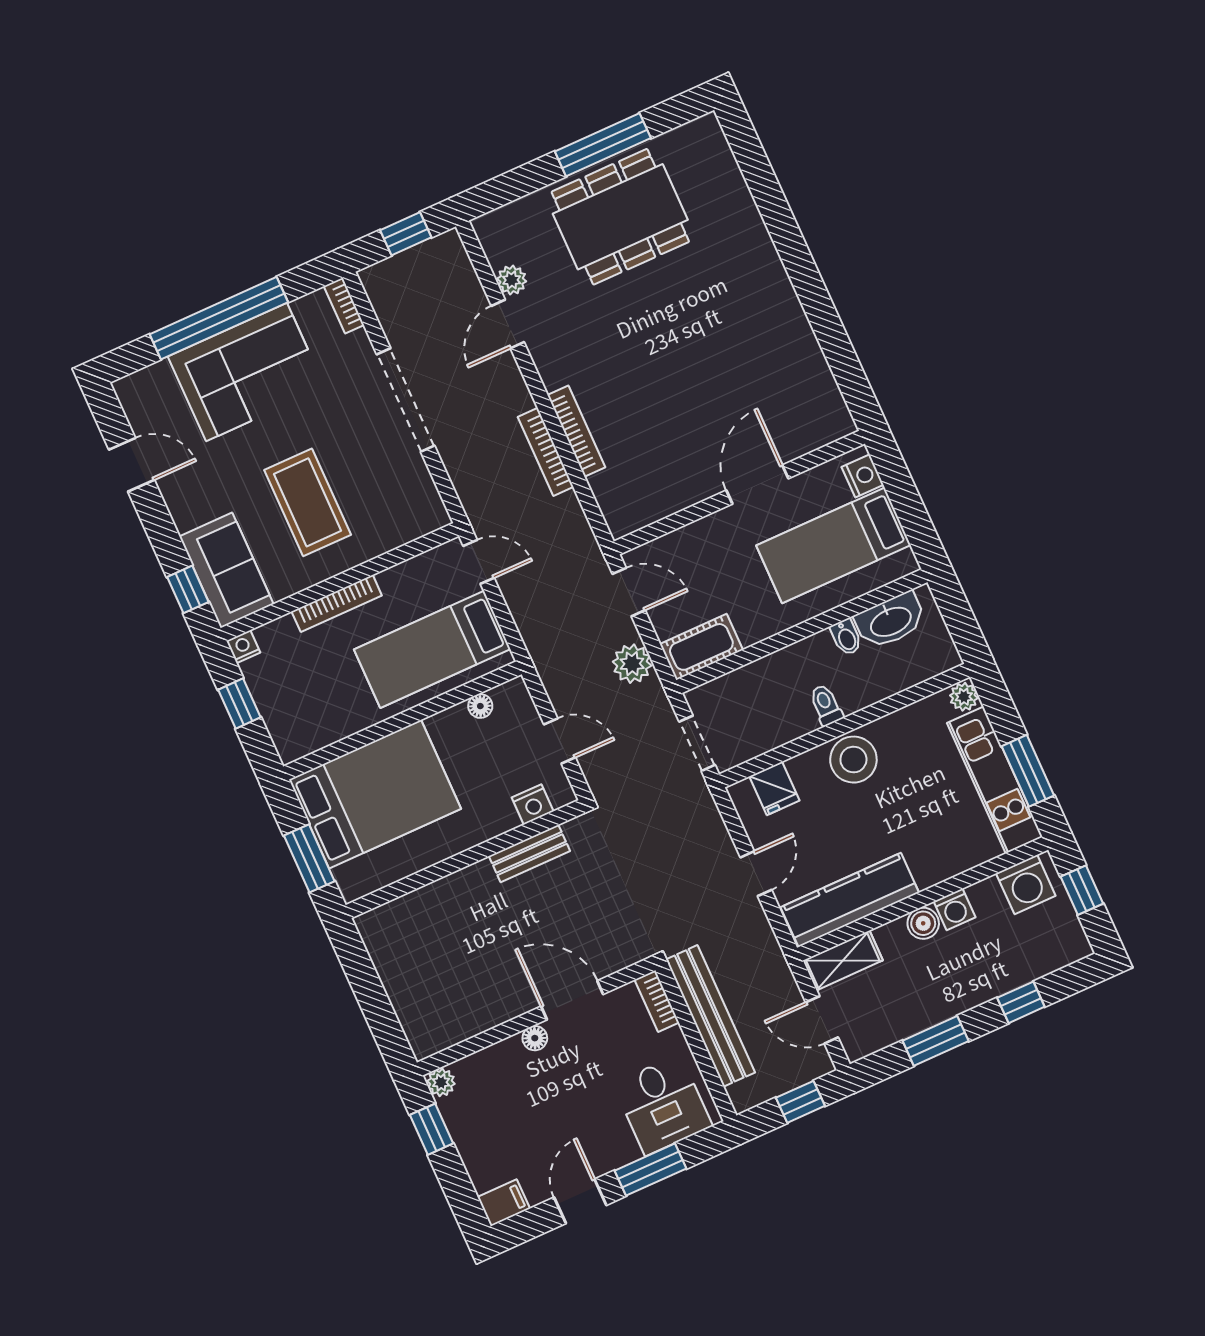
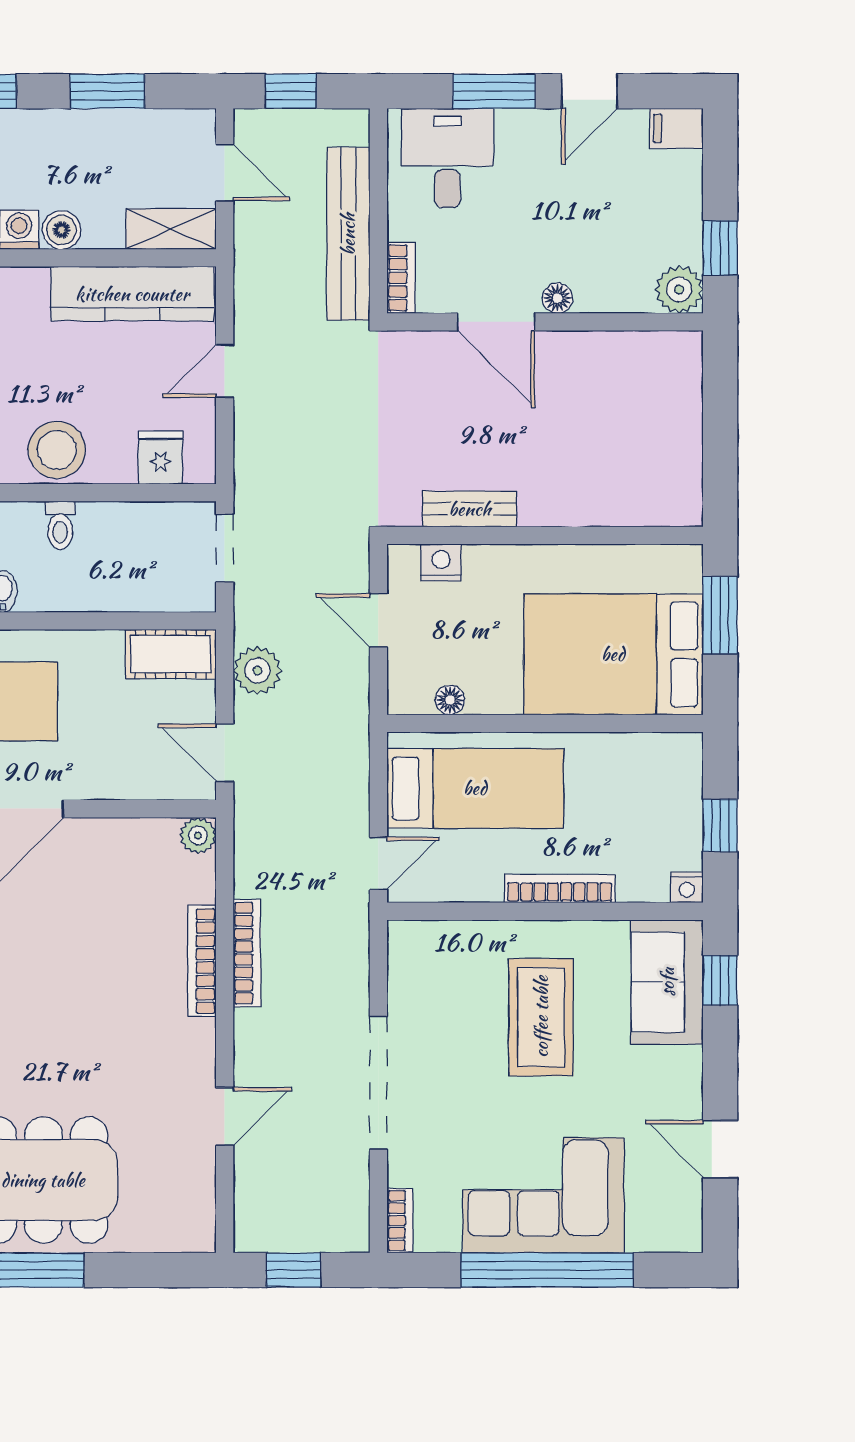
plant: (512, 280) -> (198, 836), moved
door: (479, 562) -> (378, 863), swing flipped
plant: (441, 1082) -> (679, 289), width x1.38, depth x1.38

